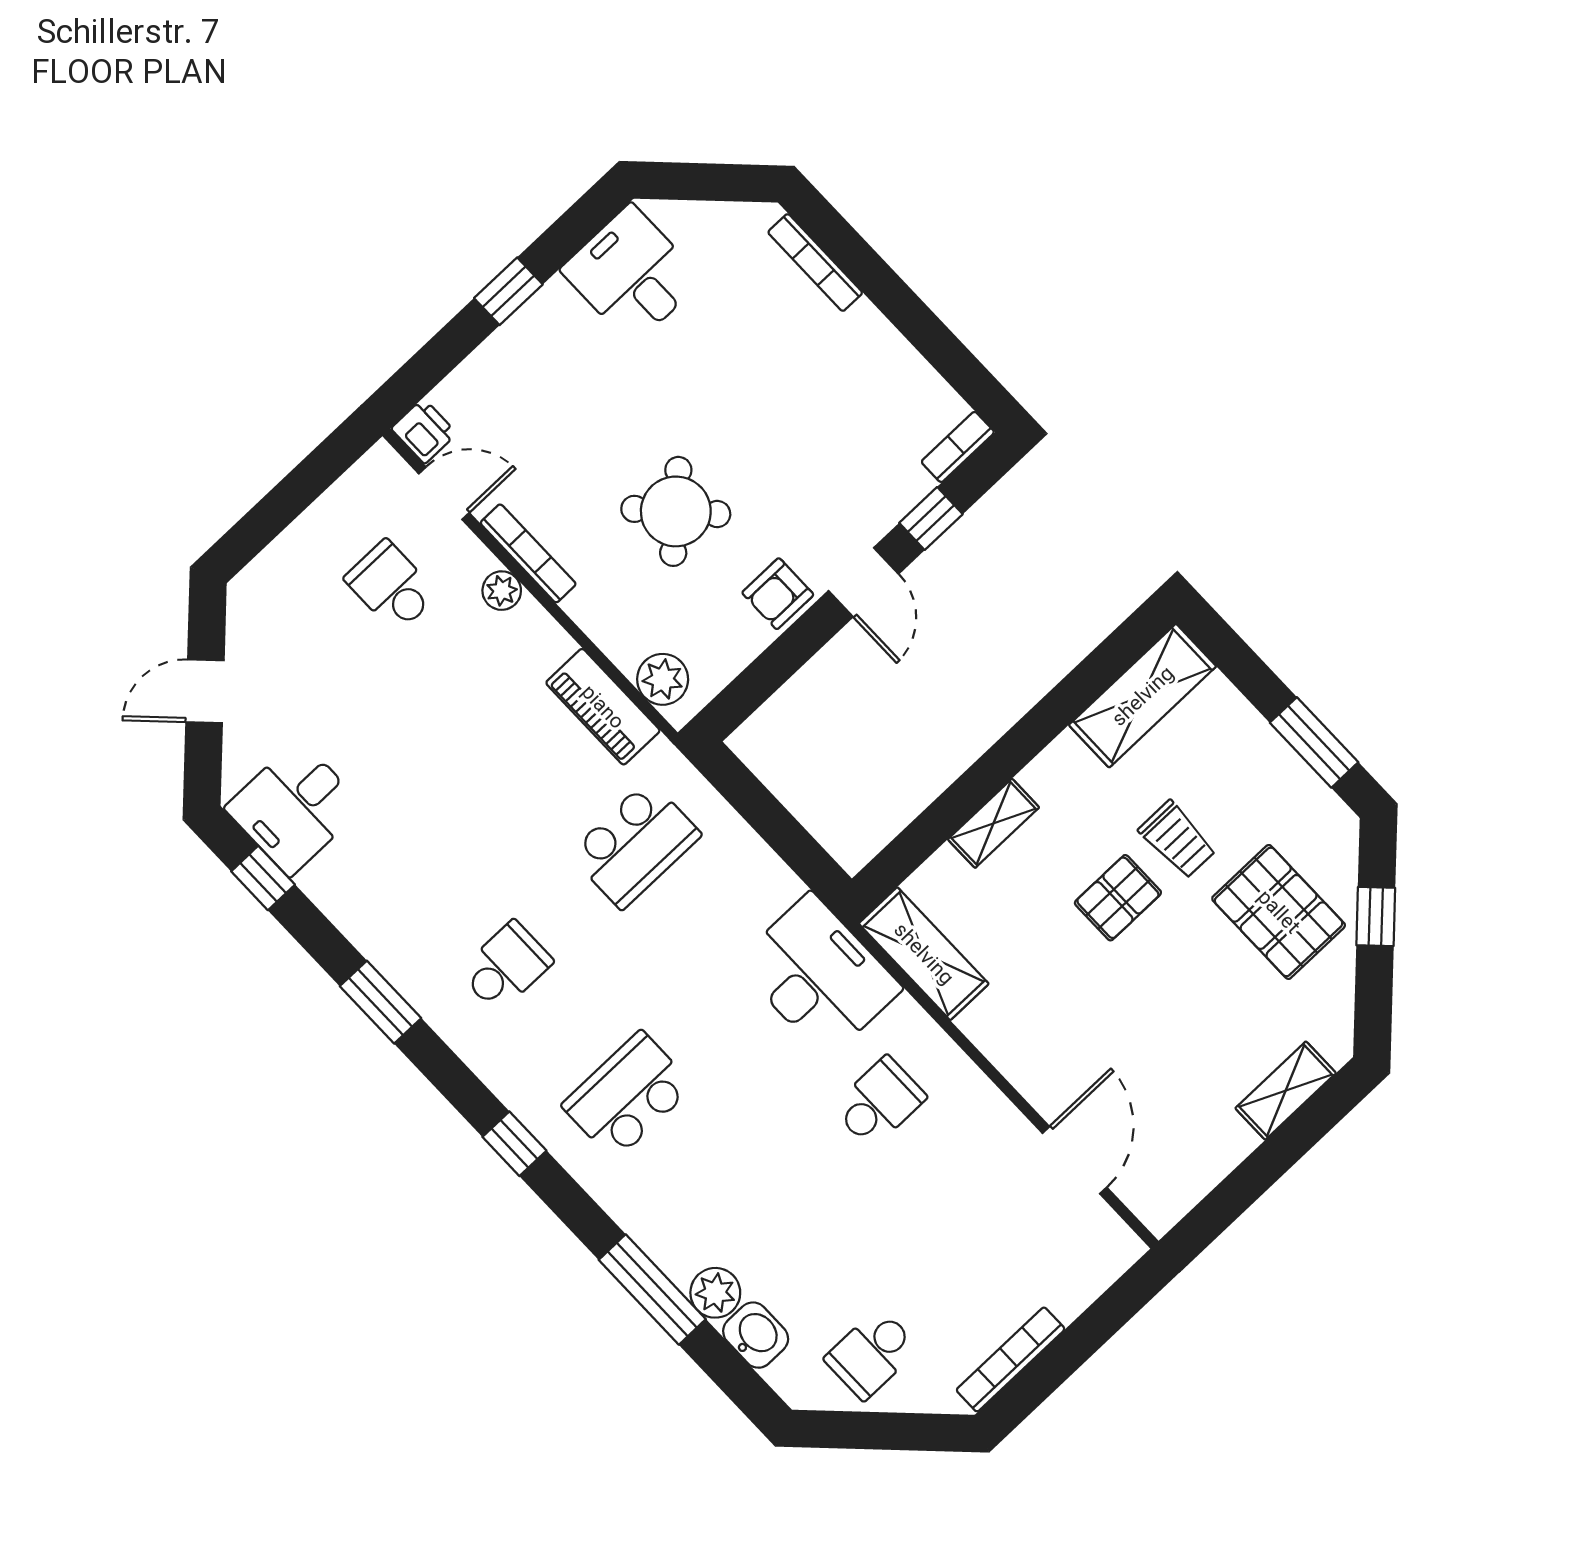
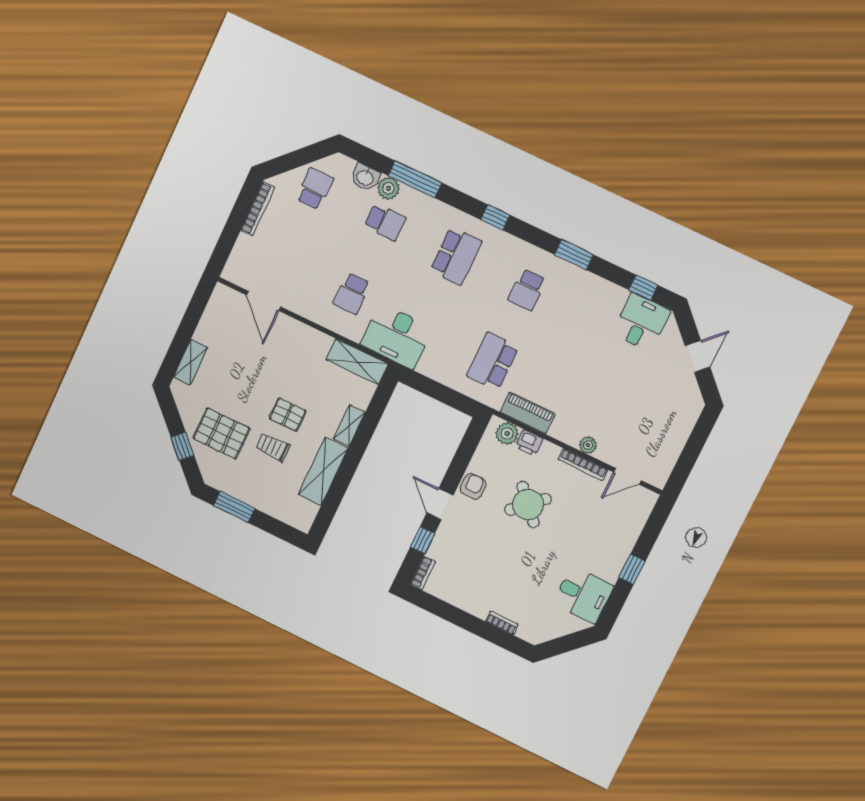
bookcase: (815, 263) -> (502, 623), width x0.64
printer: (424, 431) -> (529, 443), moved
school desk: (391, 586) -> (385, 222), moved
shelving: (1143, 696) -> (323, 471), moved
pallet: (1118, 898) -> (288, 415), turned 90

